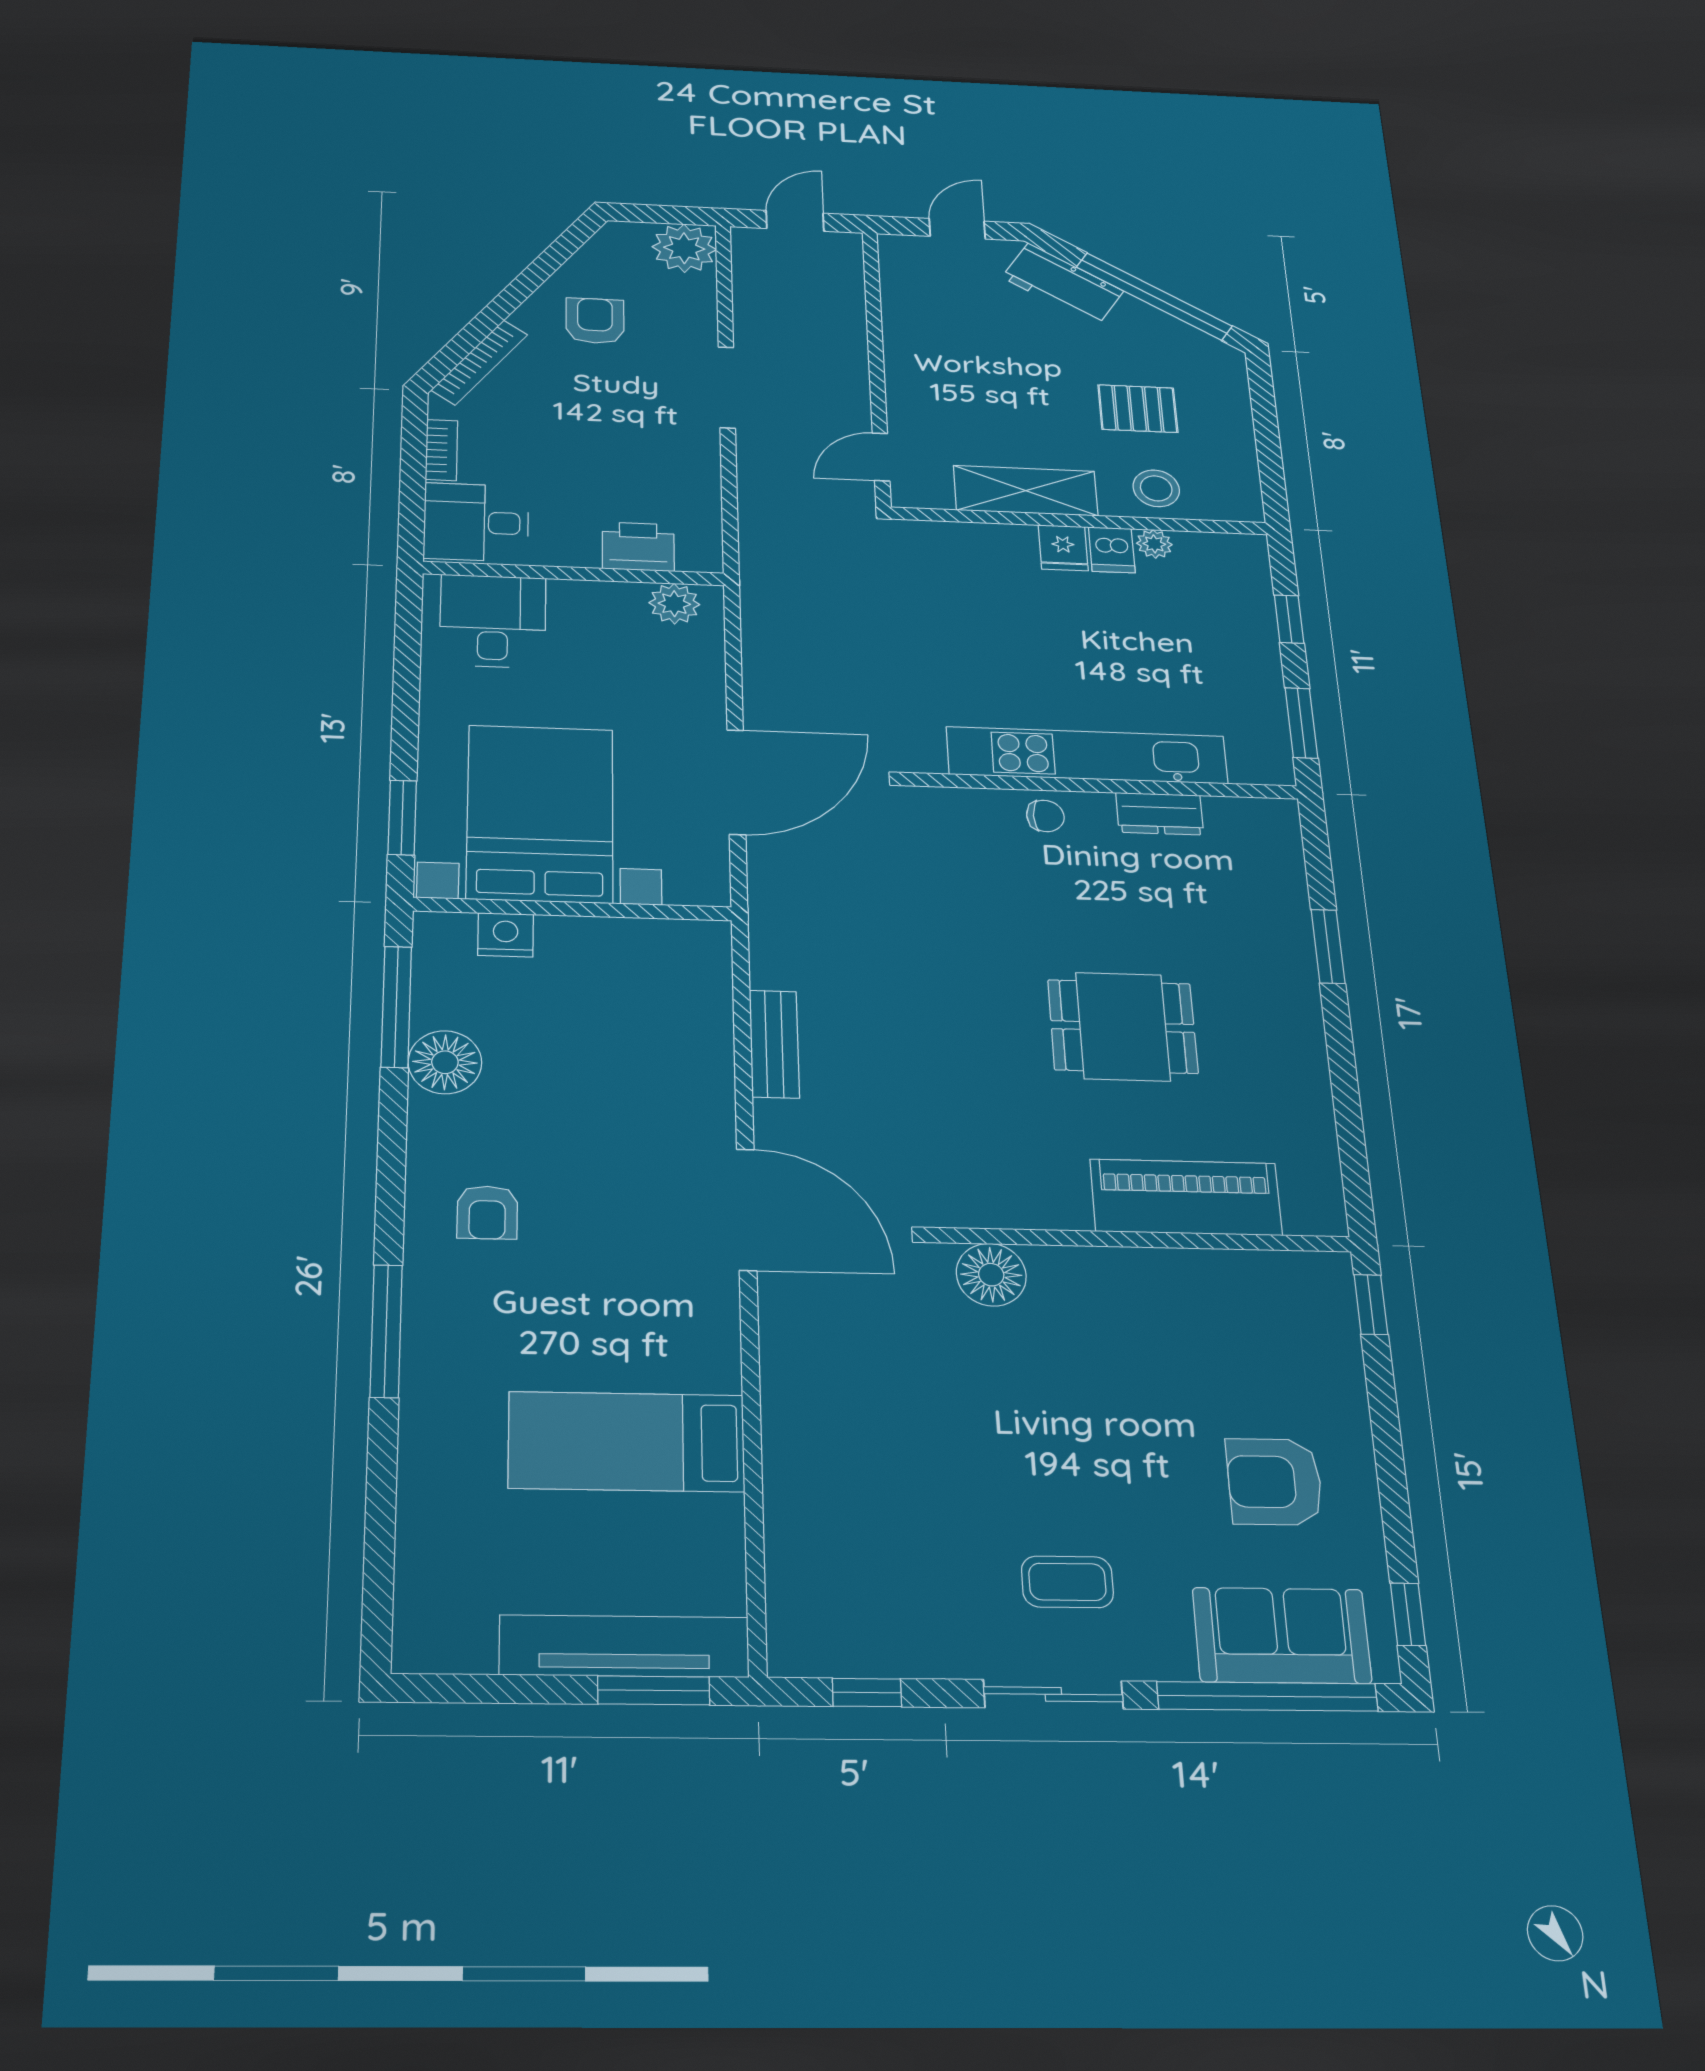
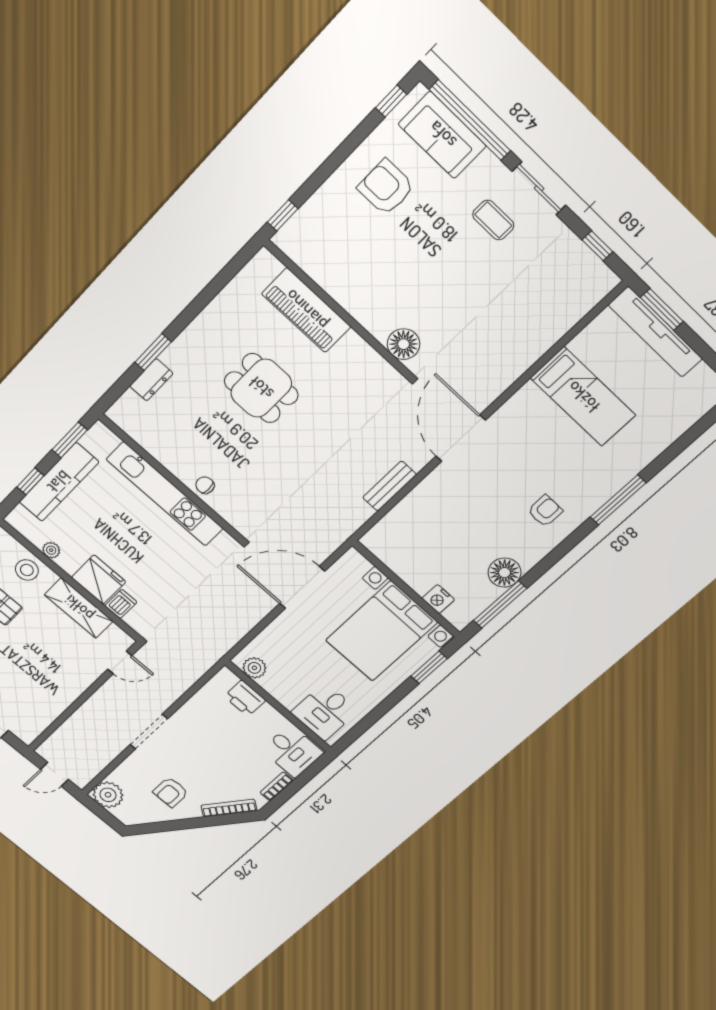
fridge: (1063, 548) -> (99, 580), width x1.88, depth x1.34
dishwasher: (1112, 550) -> (121, 604), moved
kitchen counter: (1250, 650) -> (59, 482), added
dresser: (1160, 814) -> (151, 380), moved, turned 90
armchair: (1275, 1482) -> (386, 187), turned 180

